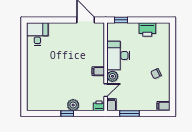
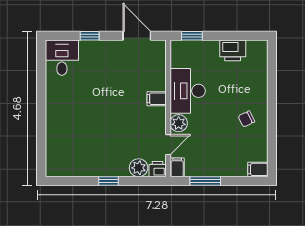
window: (55, 20) -> (90, 36), added
filing cabinet: (98, 71) -> (157, 99), moved
plant: (73, 105) -> (139, 168), moved

